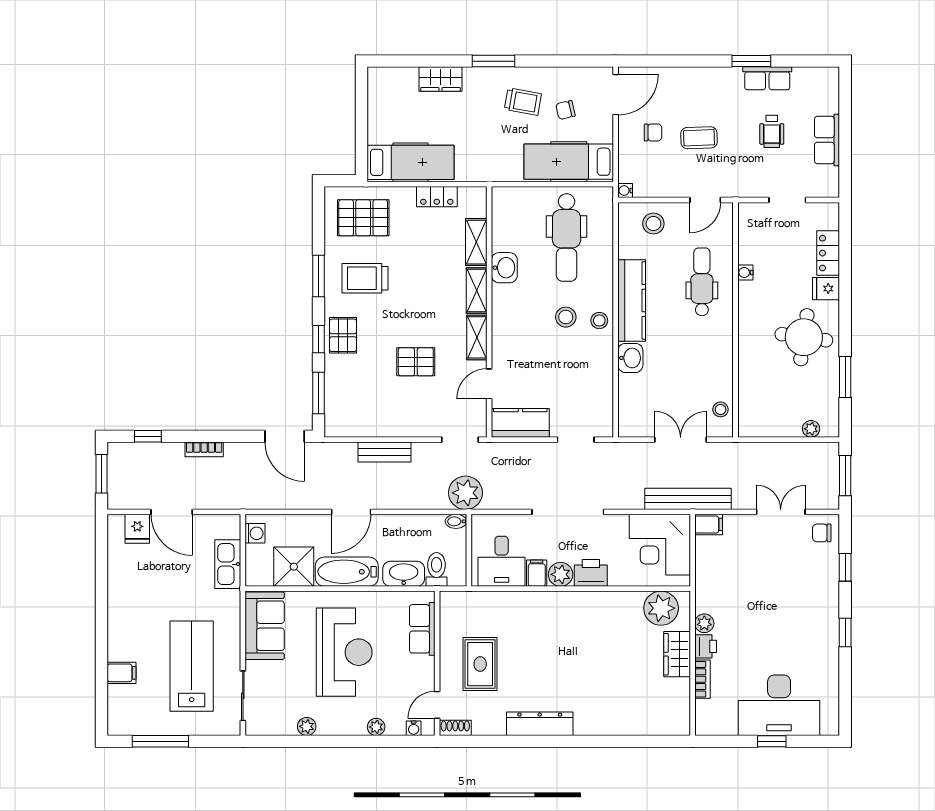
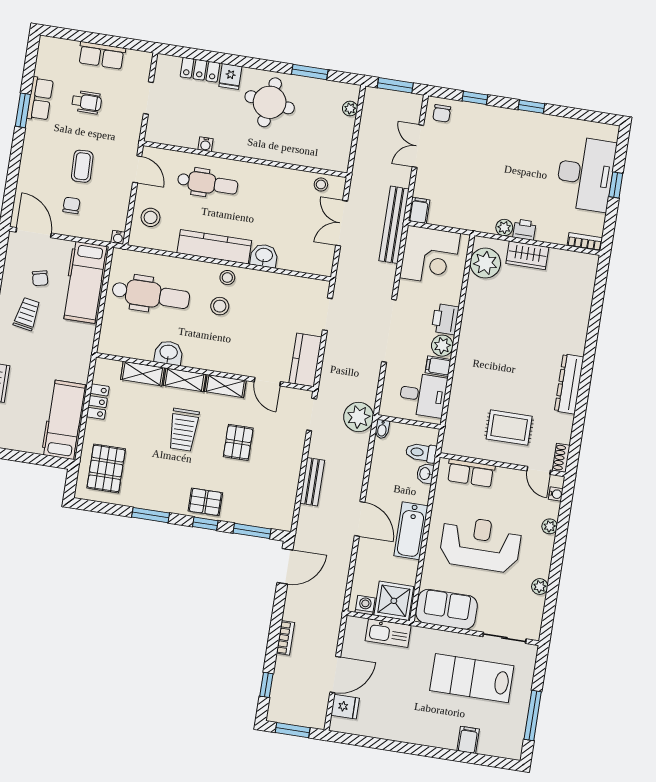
trolley: (365, 278) -> (184, 430), moved
dental chair: (702, 282) -> (208, 183), turned 180
shower: (294, 567) -> (394, 601), moved
washbasin: (404, 574) -> (425, 474), width x0.52, depth x0.69
bookcase: (703, 679) -> (585, 242), moved

